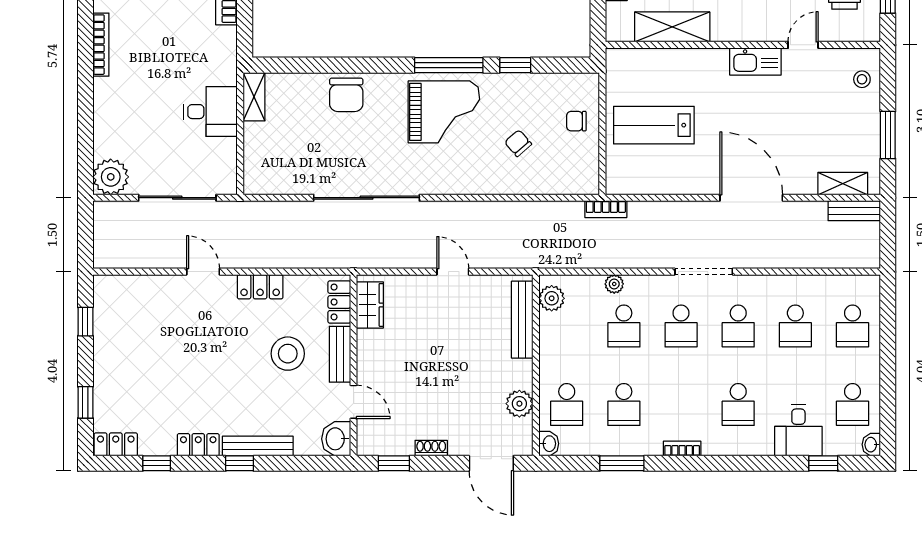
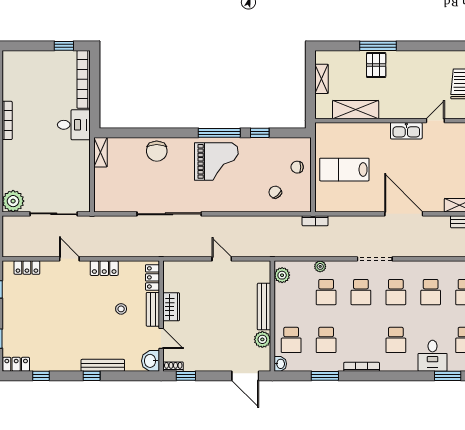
desk: (210, 112) -> (74, 125), moved
chair: (518, 143) -> (275, 192), moved
wardrobe: (370, 305) -> (171, 307), moved
bench: (522, 320) -> (264, 307), moved
stool: (288, 354) -> (121, 309), width x0.53, depth x0.53
locker: (198, 445) -> (27, 268), moved, turned 180
shoe rack: (431, 448) -> (173, 367), moved
bookcase: (682, 448) -> (362, 367), width x1.56
window: (823, 463) -> (448, 376), width x1.50

